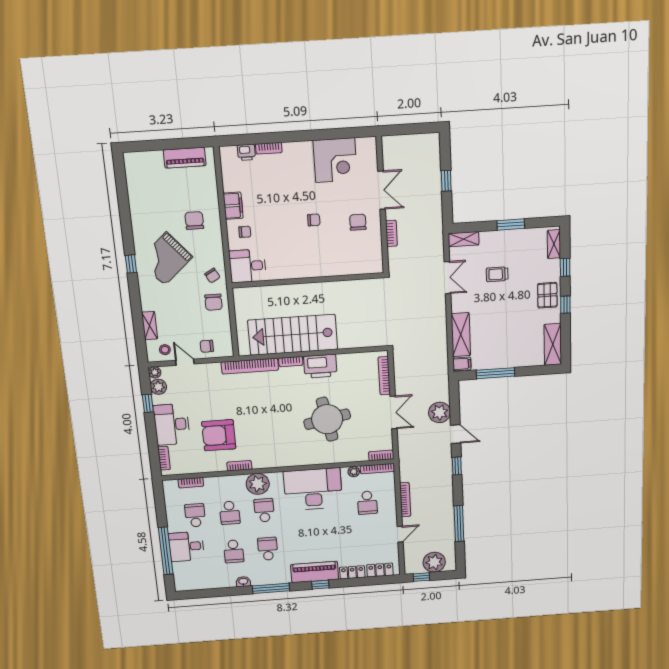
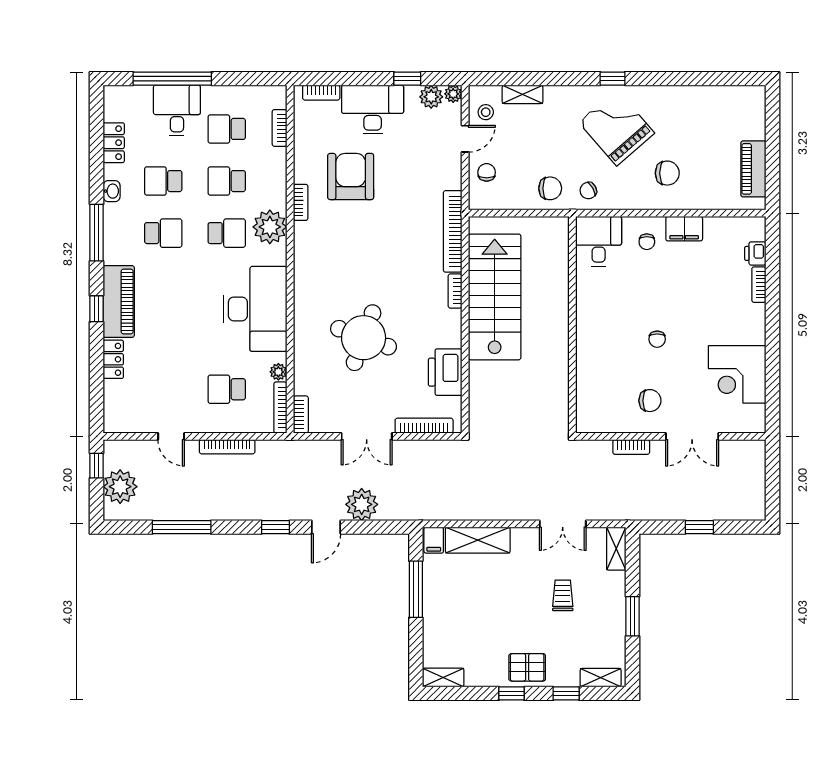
chair: (213, 302) -> (550, 188), turned 180
shelving: (553, 344) -> (443, 677), width x0.67, depth x0.75
printer: (320, 366) -> (445, 372), moved
round table: (327, 419) -> (364, 338), turned 31
school desk: (195, 515) -> (227, 129), turned 180
locker: (380, 570) -> (114, 143), moved

